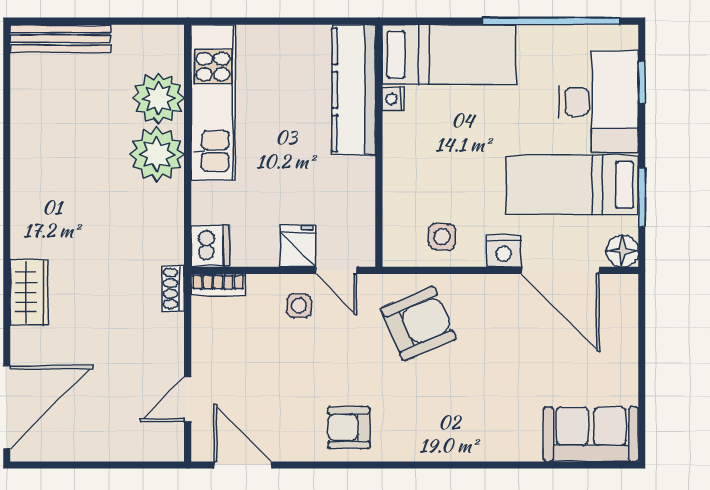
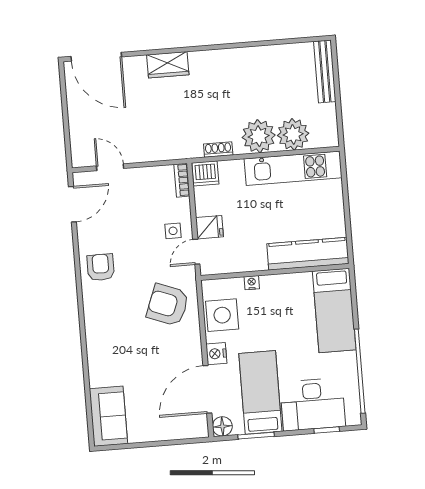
nightstand: (393, 99) -> (252, 283), moved
side table: (442, 237) -> (222, 315), width x1.87, depth x1.87
shoe rack: (173, 288) -> (218, 150), moved
armchair: (418, 324) -> (168, 305), turned 134

